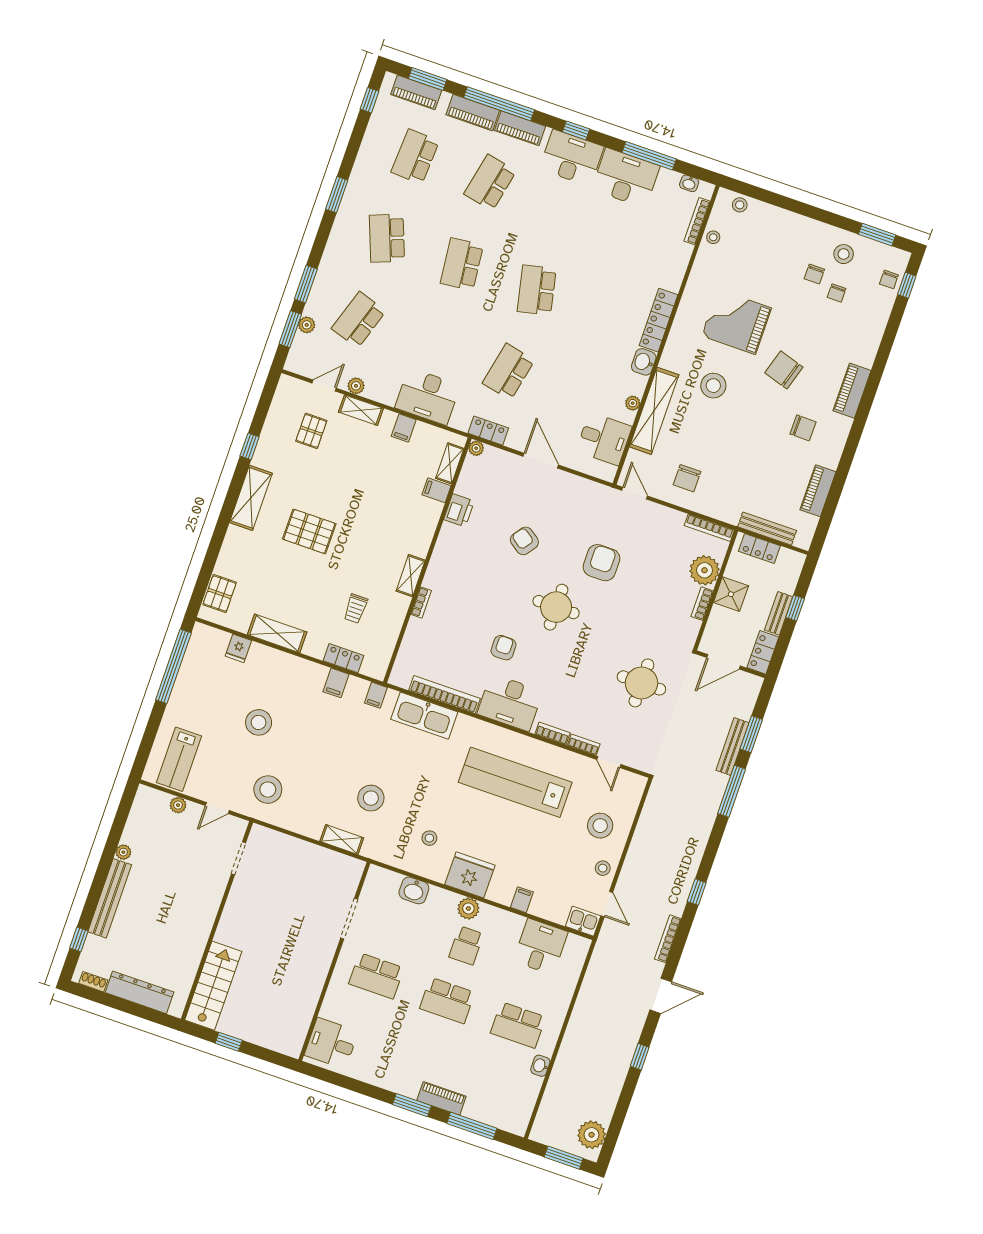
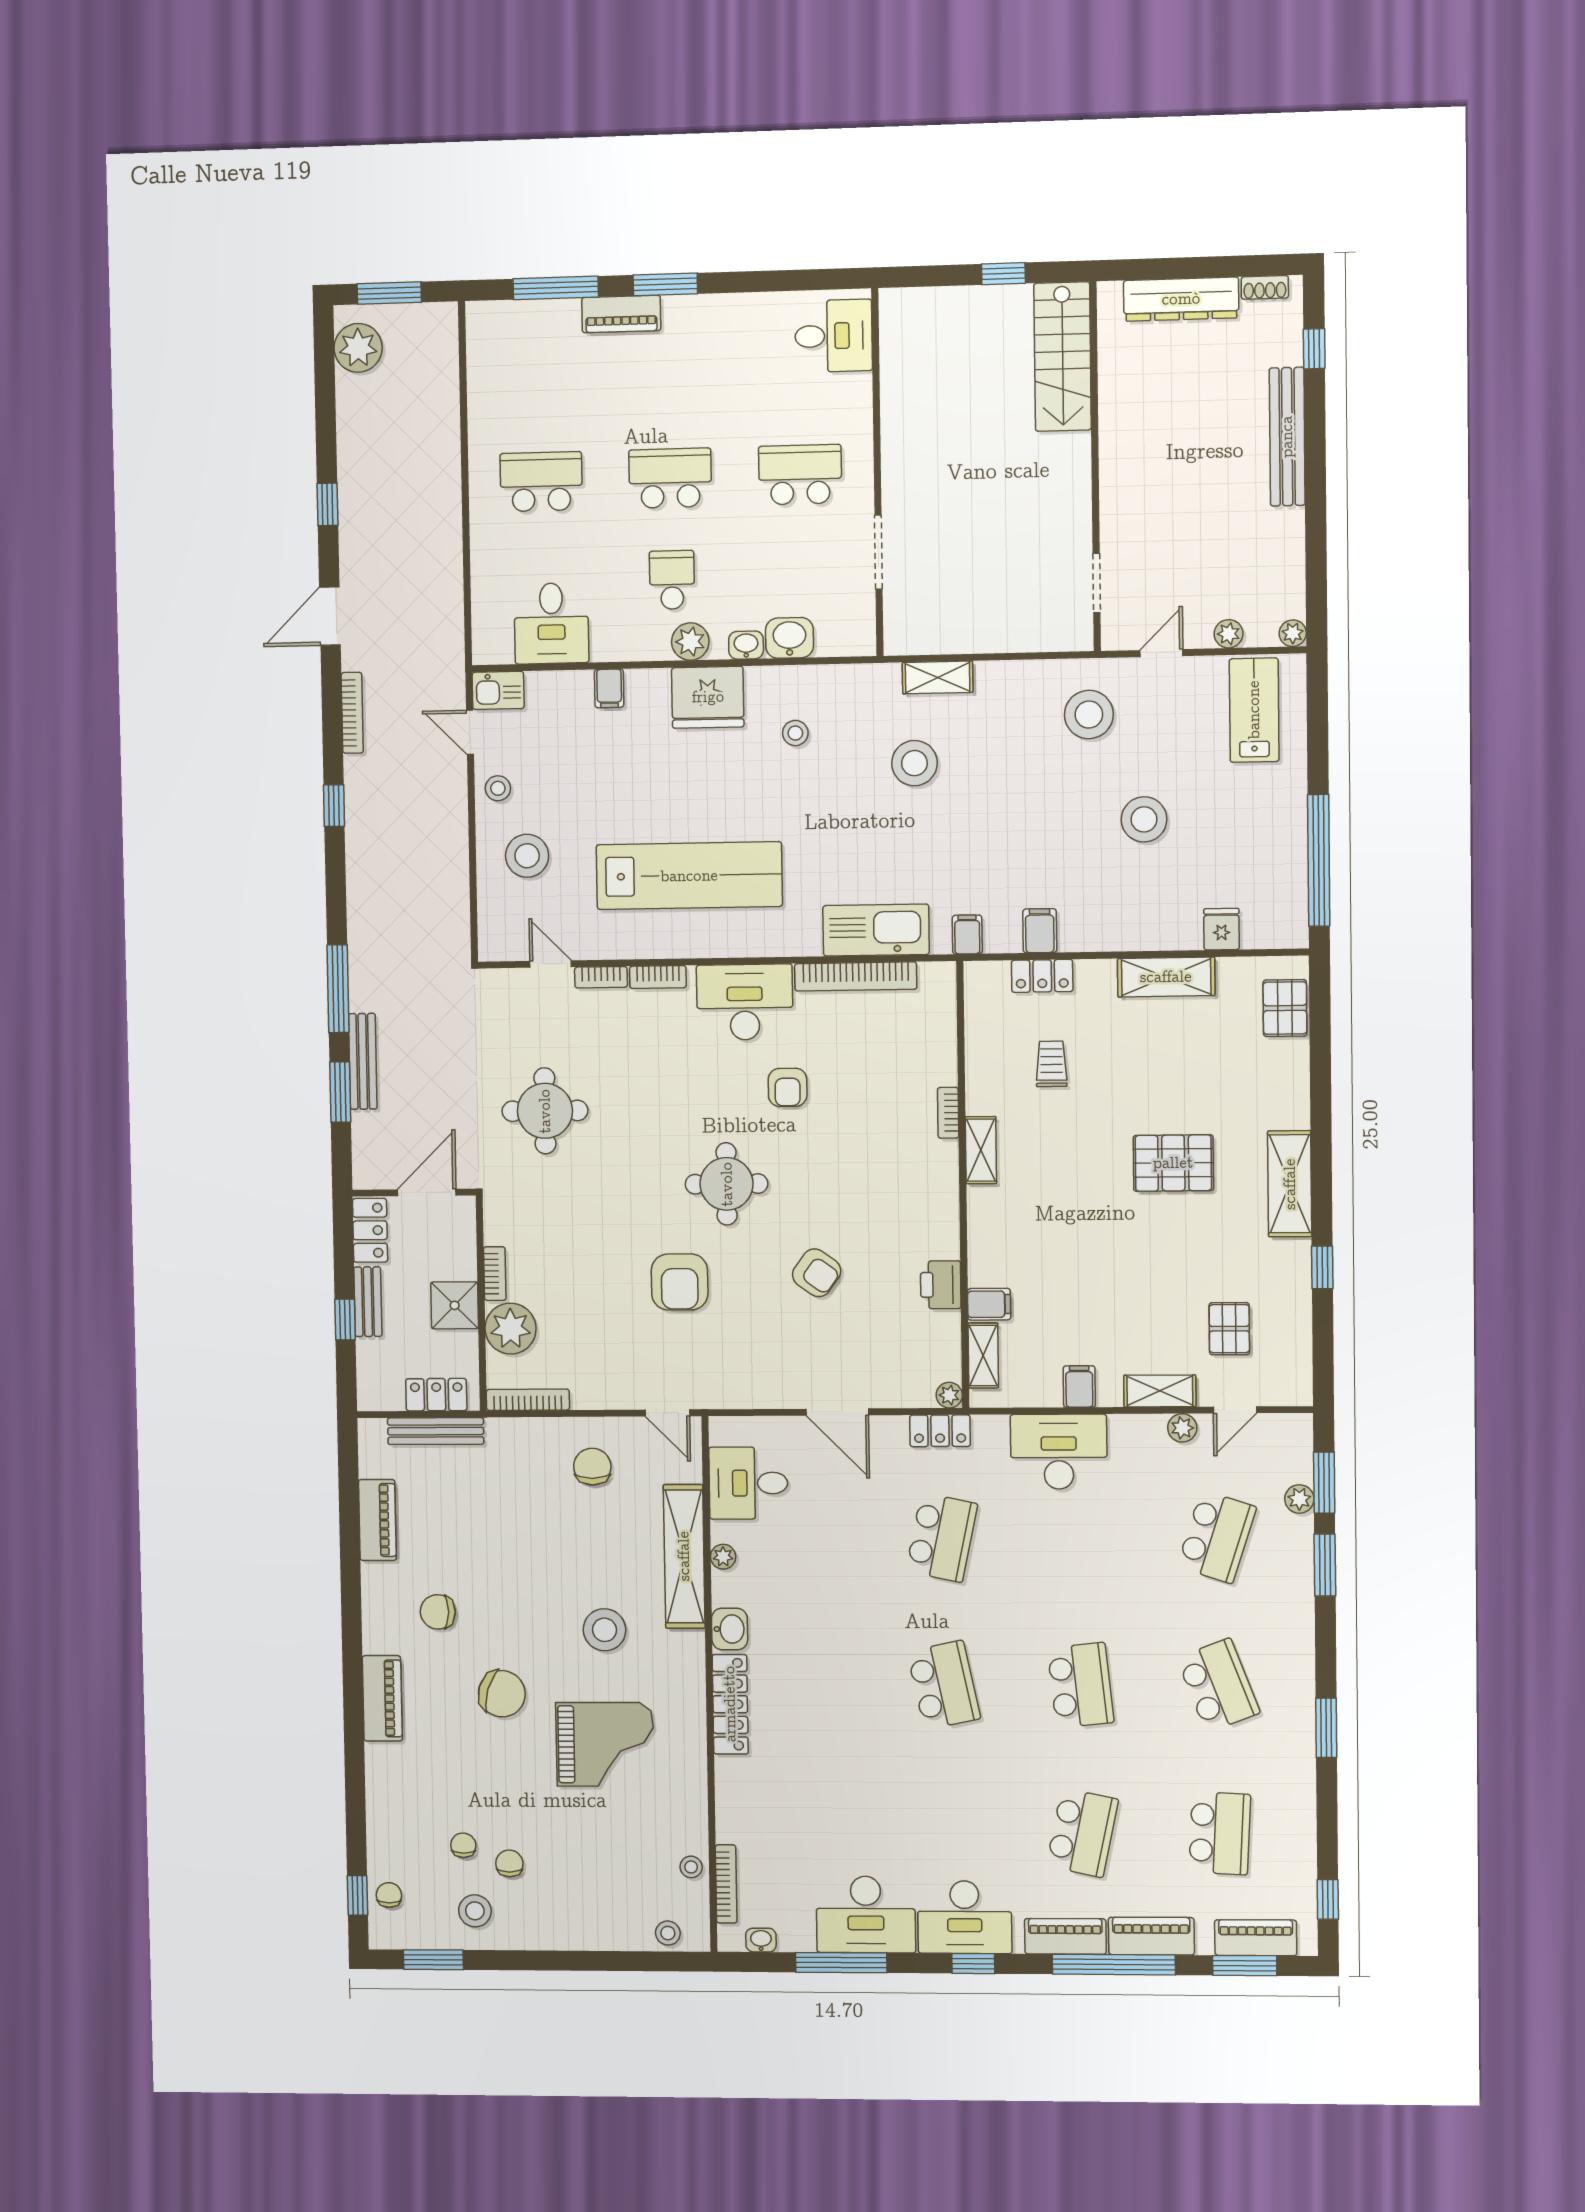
plant: (123, 852) -> (1293, 633), moved
washbasin: (540, 1066) -> (746, 645), moved, turned -90

